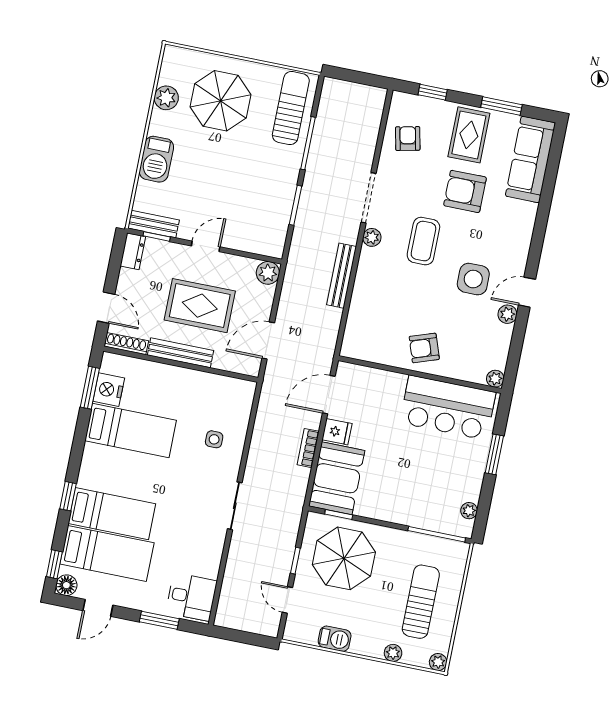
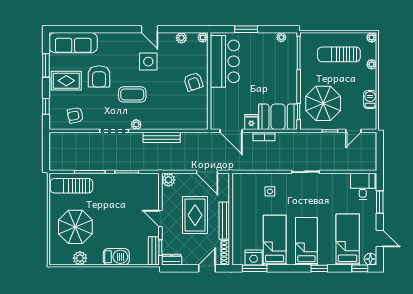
plant: (507, 314) -> (181, 38), moved
bed: (112, 514) -> (306, 241), moved

